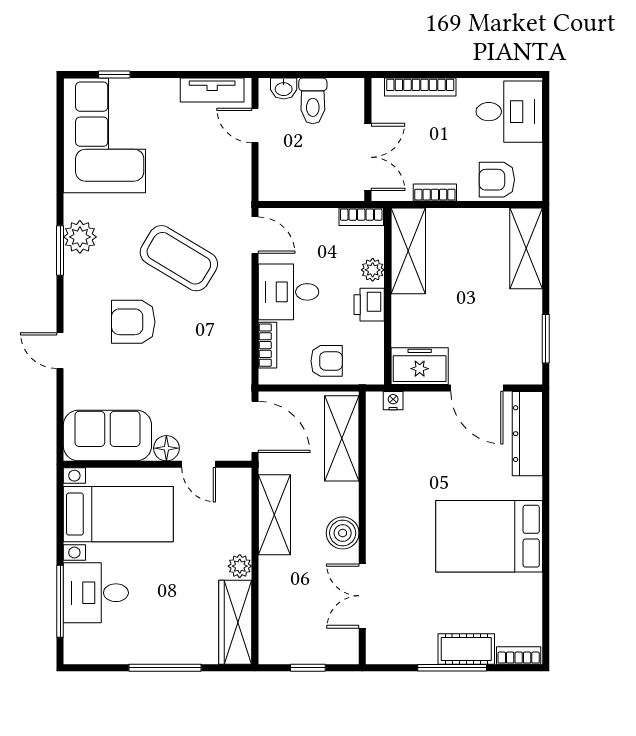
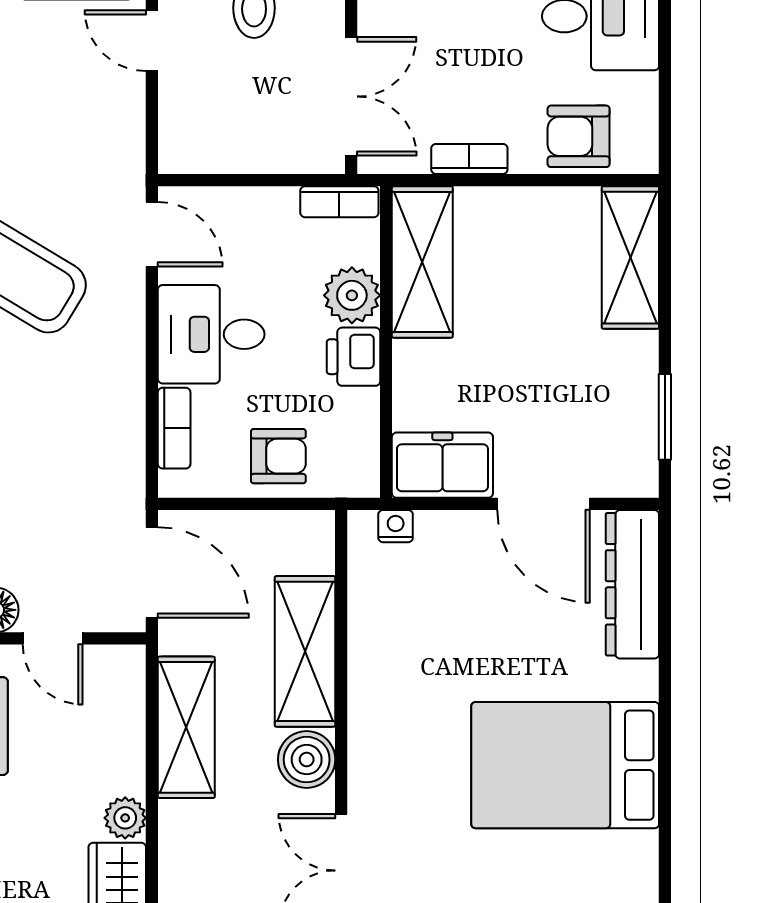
plant: (373, 270) -> (352, 295), width x1.38, depth x1.38
shelving: (342, 438) -> (305, 651), moved

